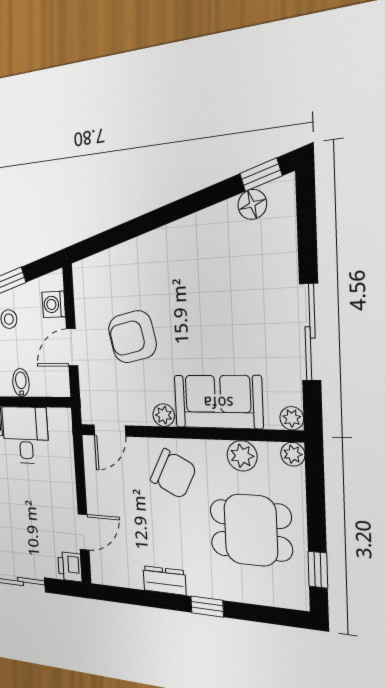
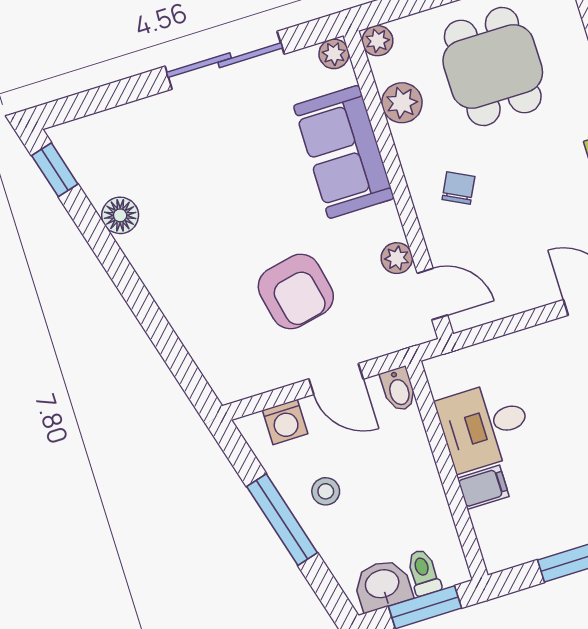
floor lamp: (252, 204) -> (120, 215), moved
bidet: (21, 383) -> (399, 389), moved, turned -90
plant: (164, 415) -> (397, 258), moved
chair: (173, 474) -> (458, 188), width x0.54, depth x0.54

